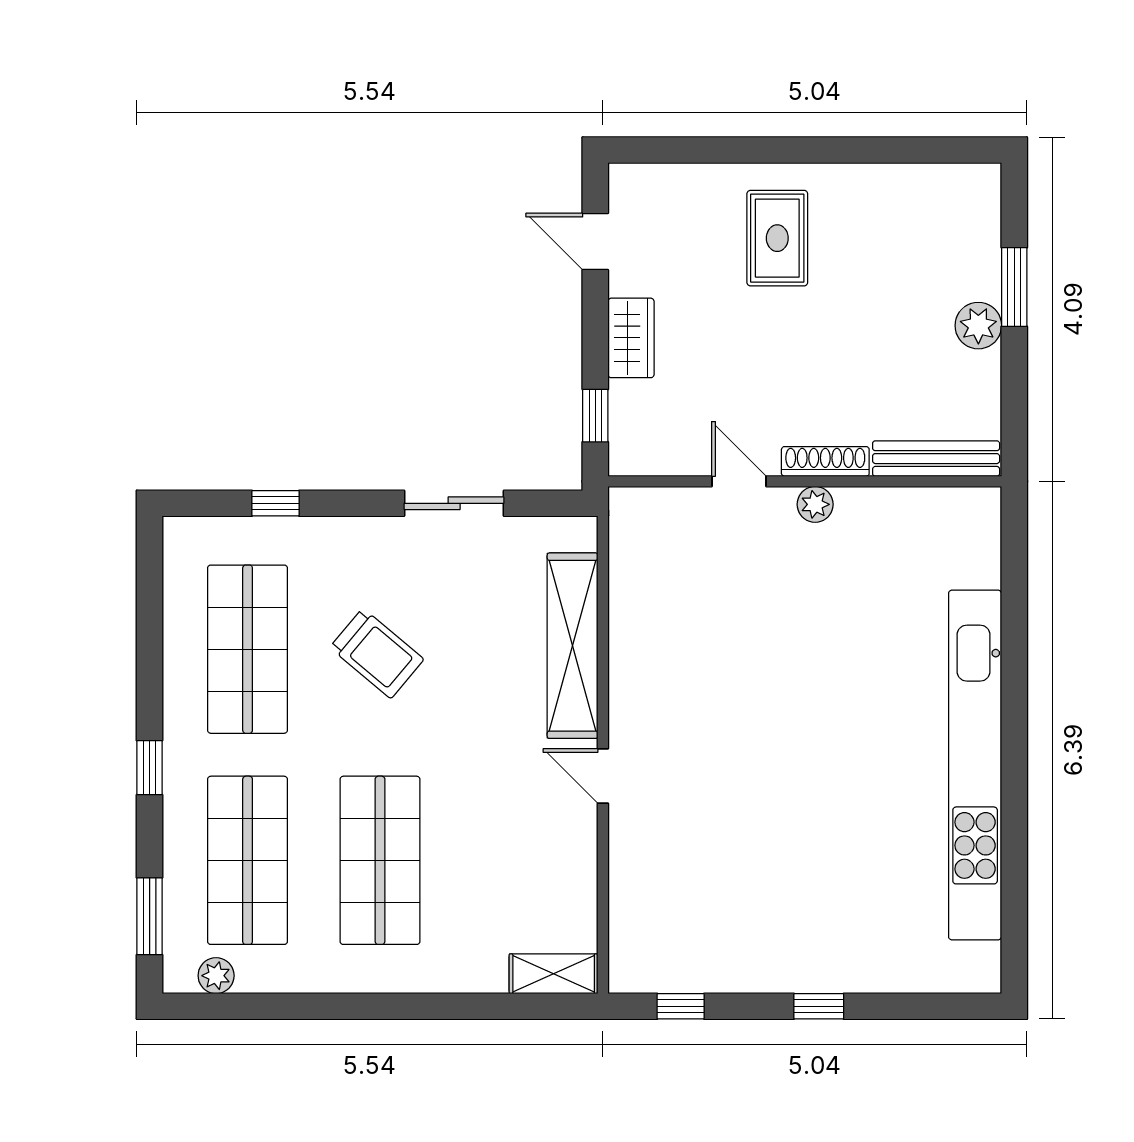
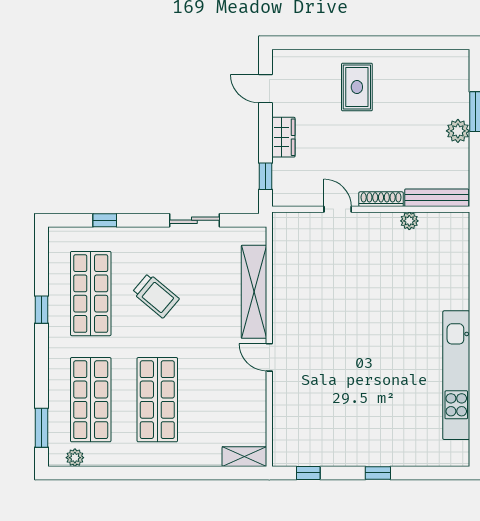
plant: (815, 504) -> (409, 221), moved
kitchen unit: (975, 765) -> (456, 375), width x0.73
window: (150, 768) -> (41, 310), moved

